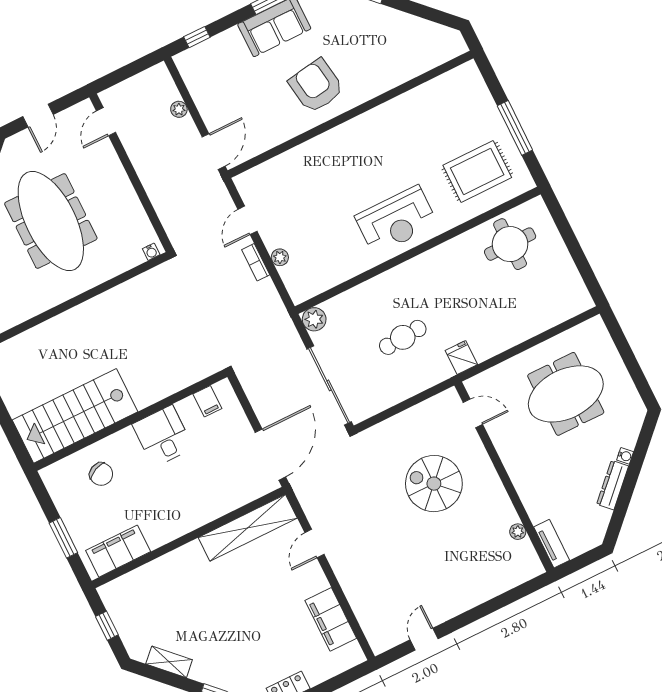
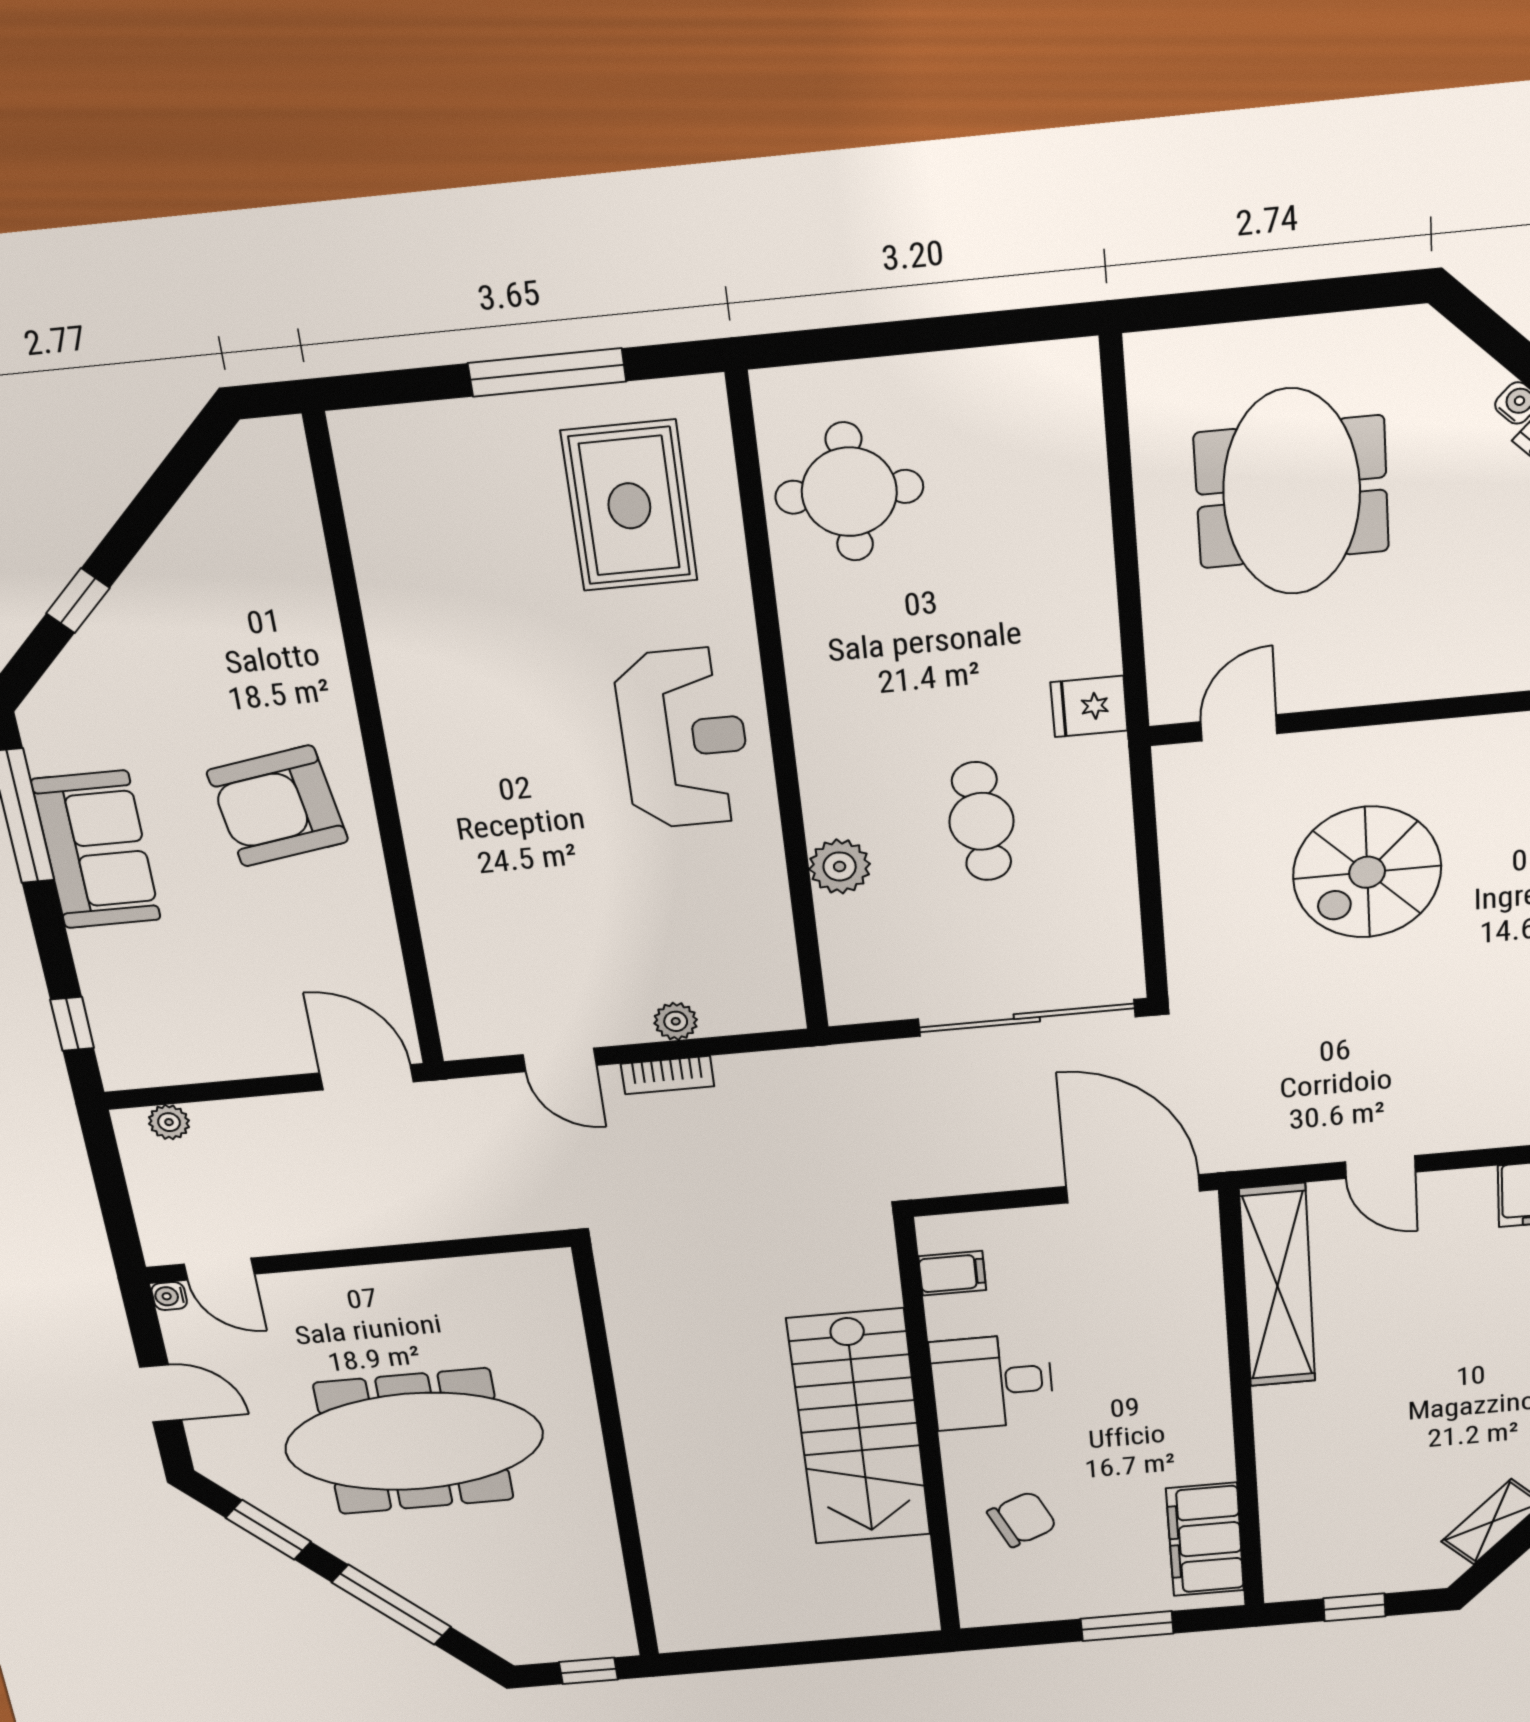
plant: (179, 109) -> (169, 1122), moved
water cooler: (151, 252) -> (169, 1296), moved, turned 180
plant: (314, 319) -> (840, 866), moved
stairs: (75, 416) -> (859, 1428), moved

